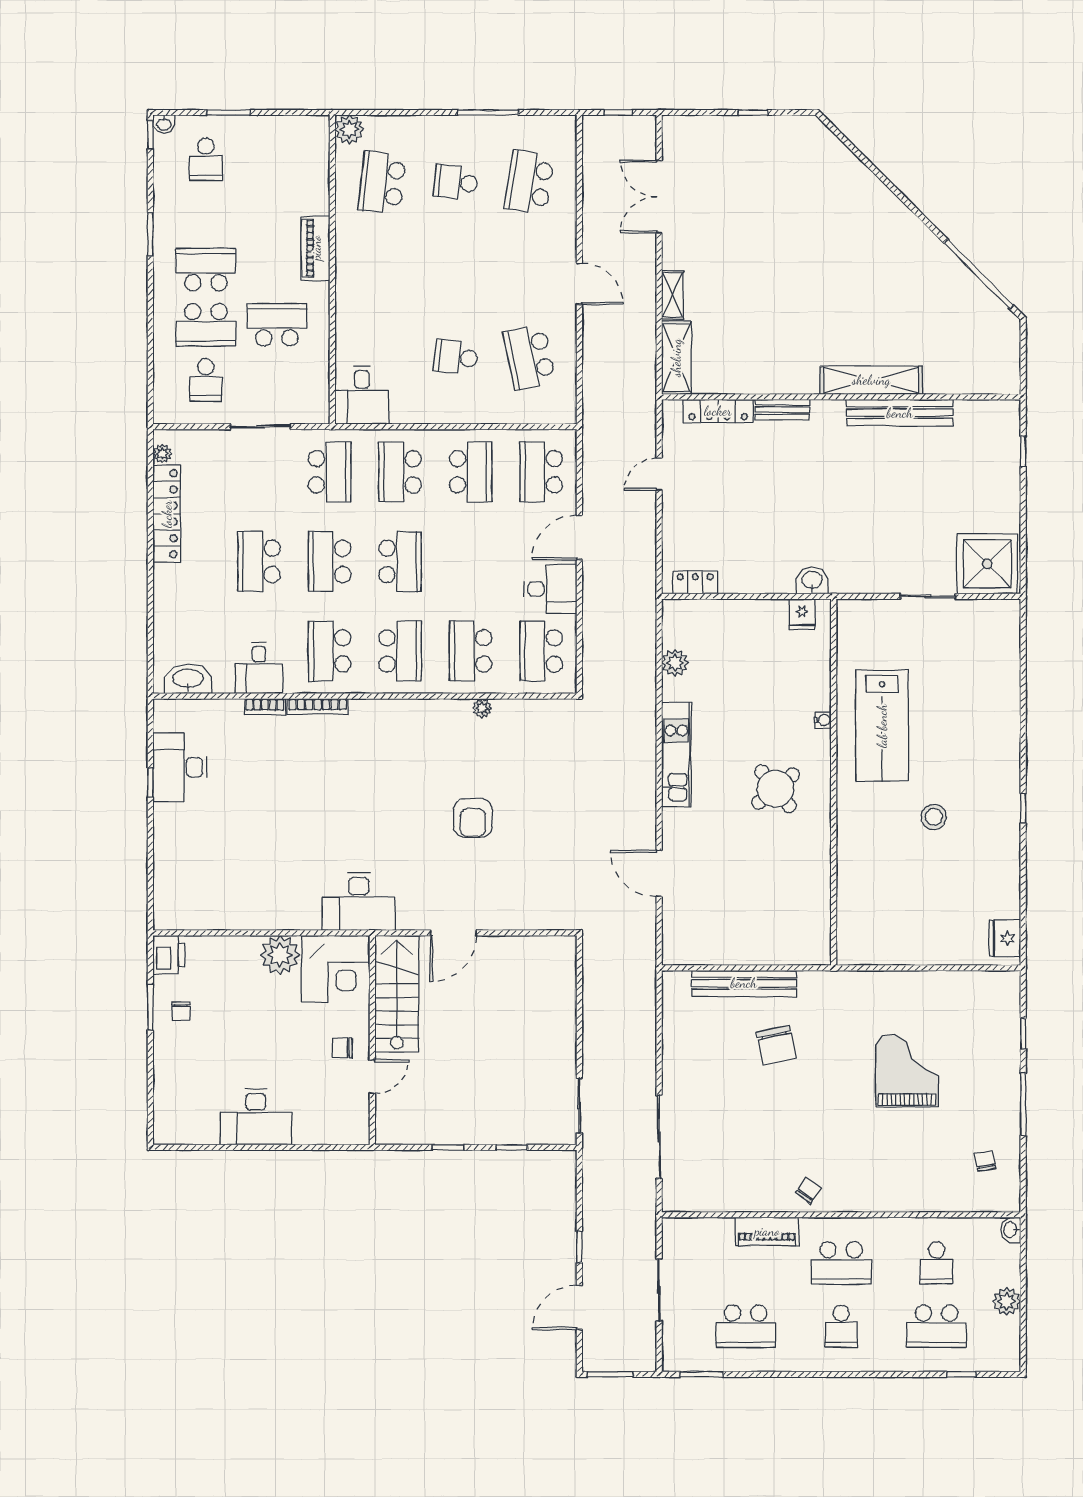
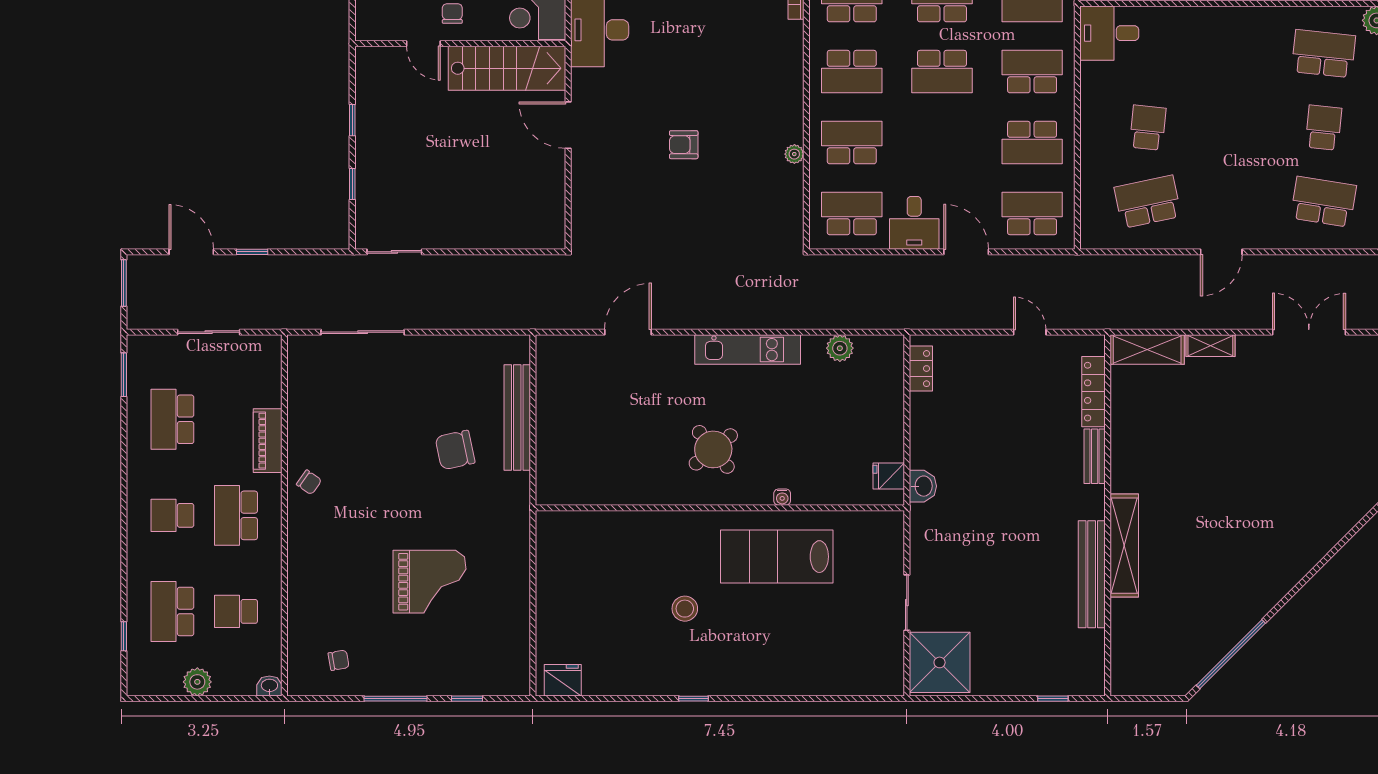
armchair: (473, 818) -> (684, 145), width x0.72, depth x0.72

